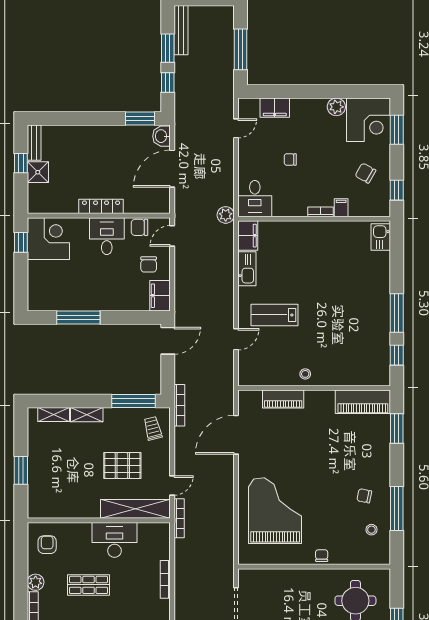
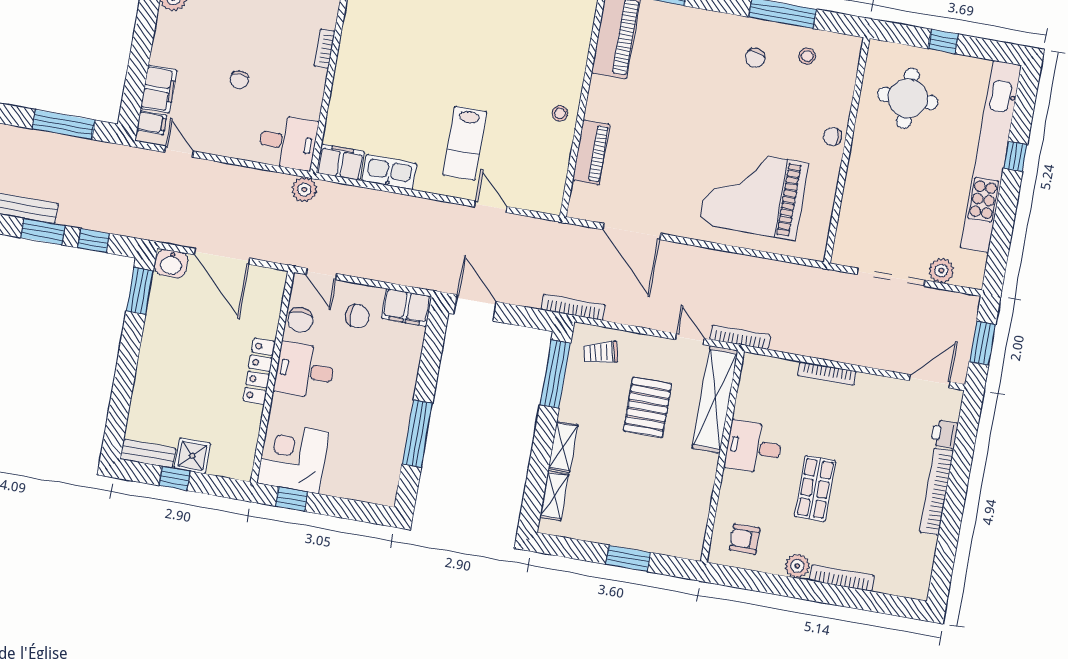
filing cabinet: (341, 208) -> (152, 123), moved, turned 180
desk: (114, 540) -> (754, 447), width x0.73

